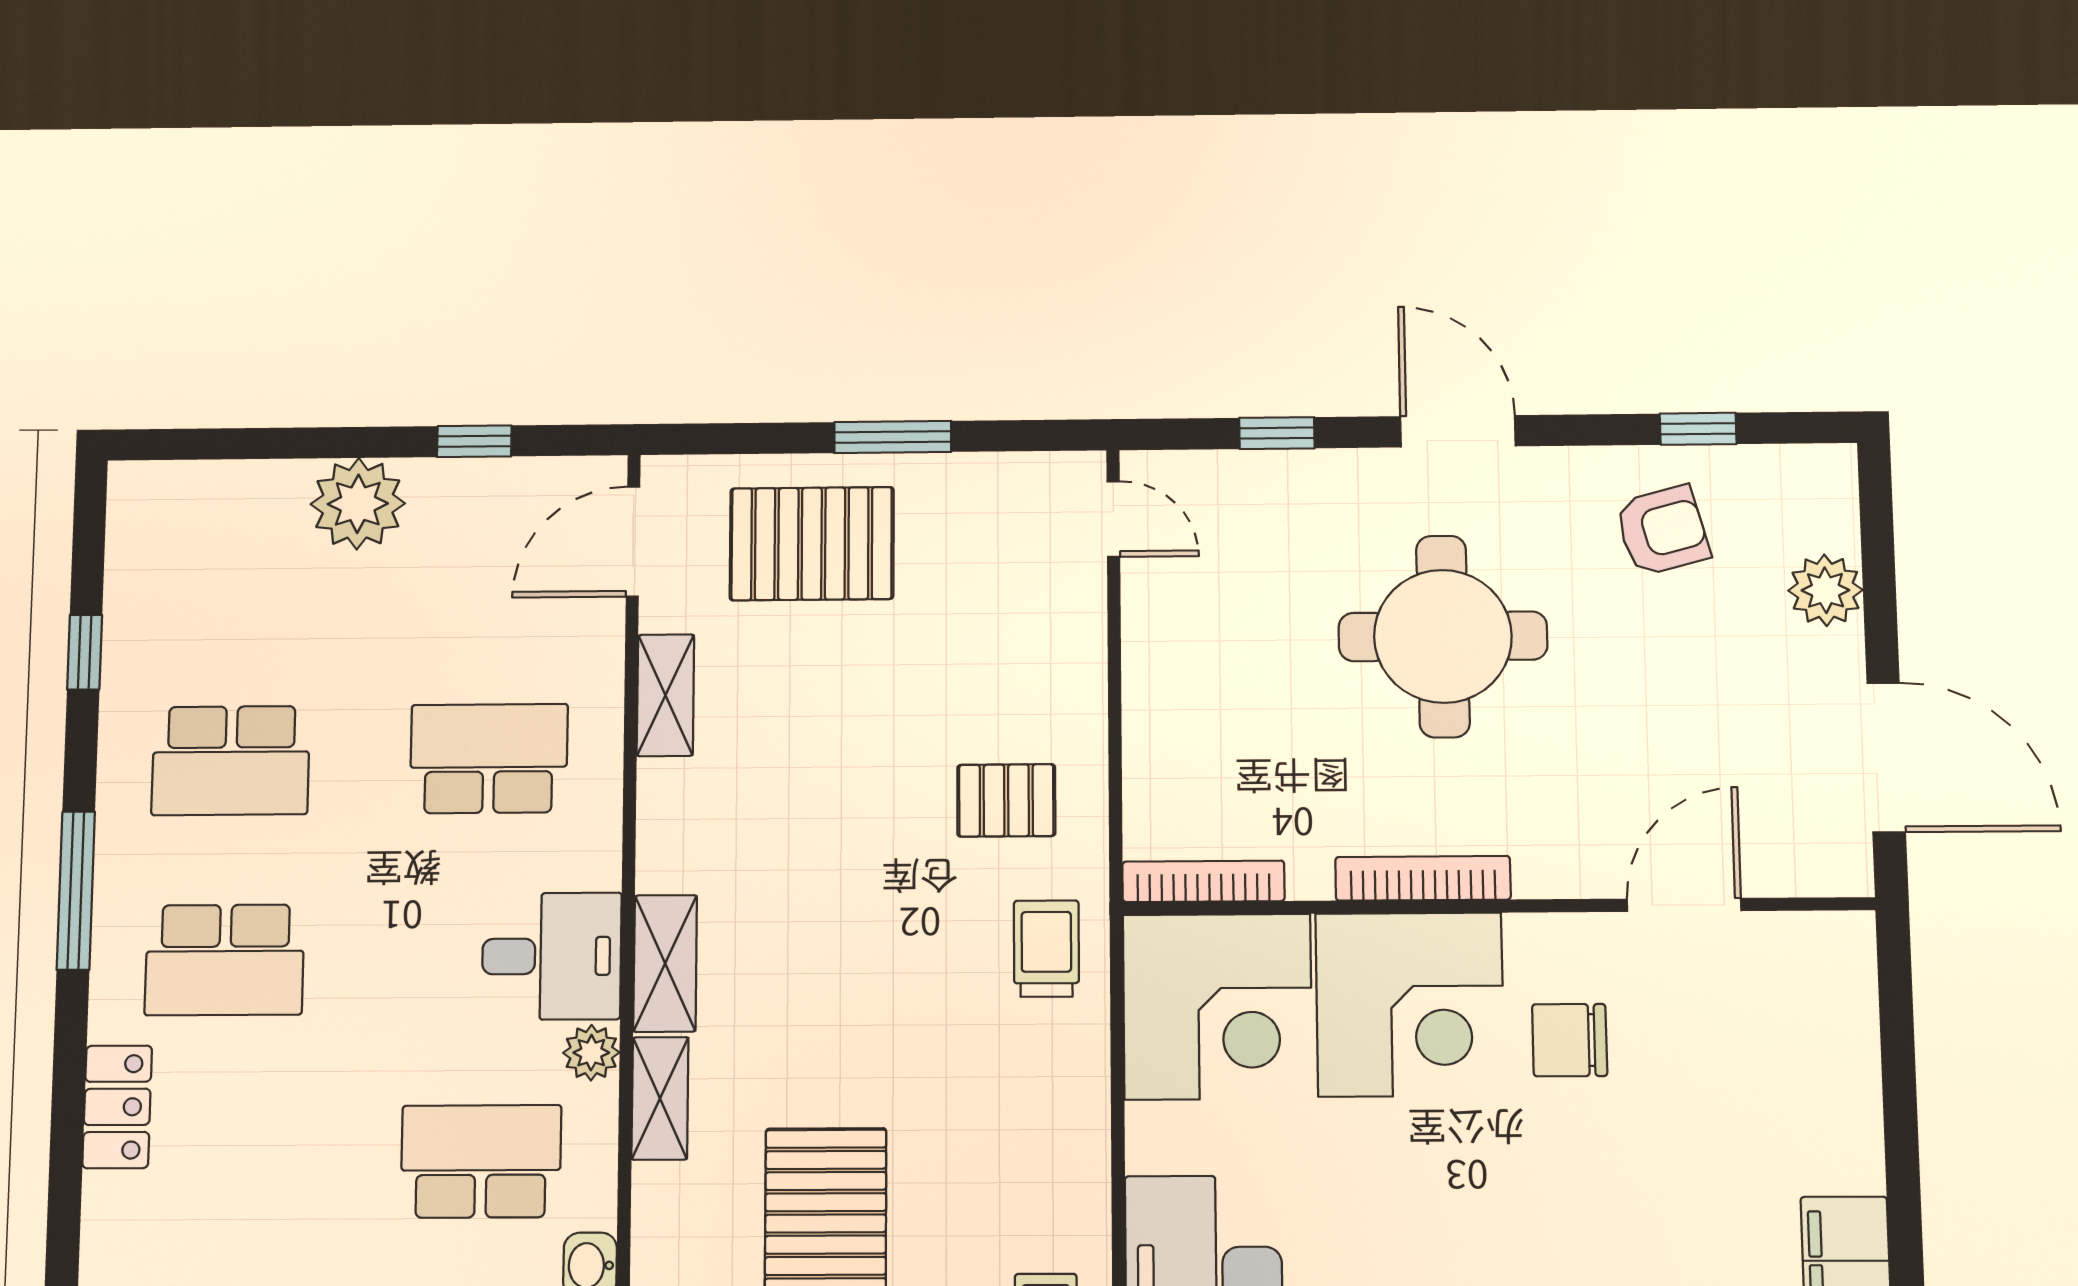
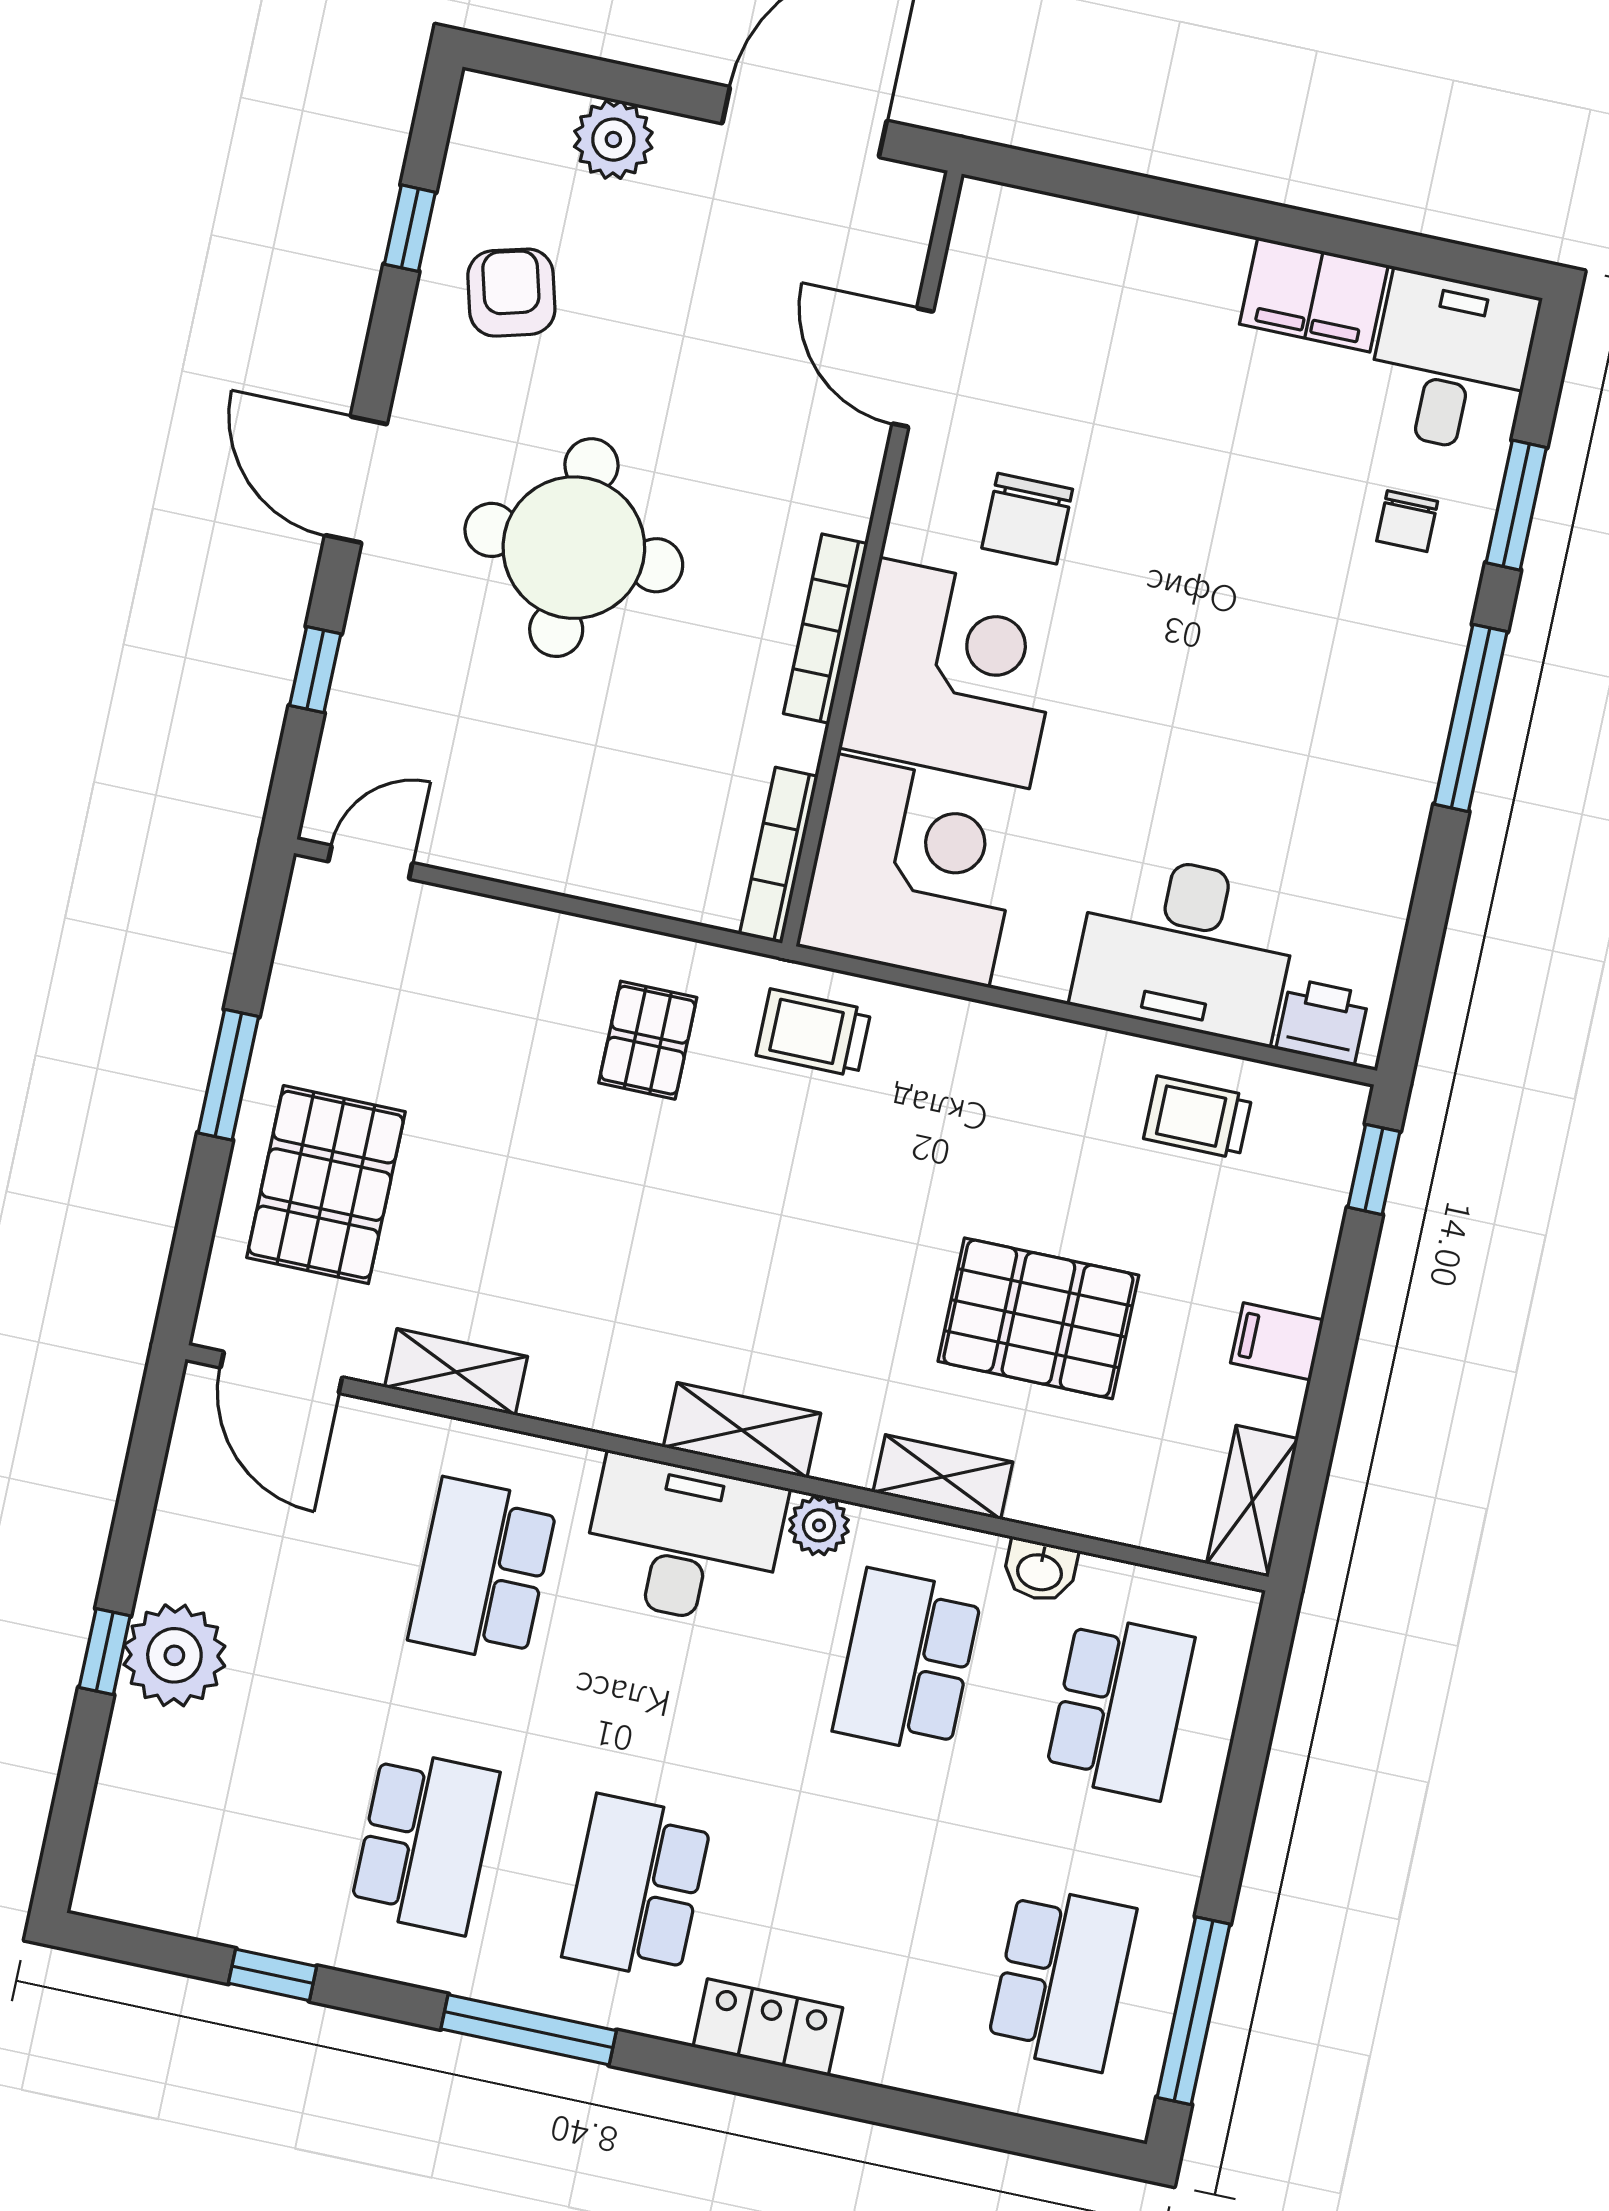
door: (1458, 431) -> (356, 480), hinge flipped
window: (474, 441) -> (105, 1652), moved
desk: (552, 956) -> (684, 1541), width x1.37
school desk: (225, 960) -> (637, 1887), turned 180
shelving: (660, 1098) -> (943, 1477), moved

